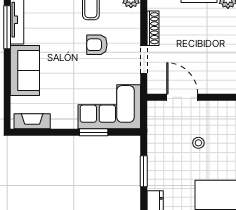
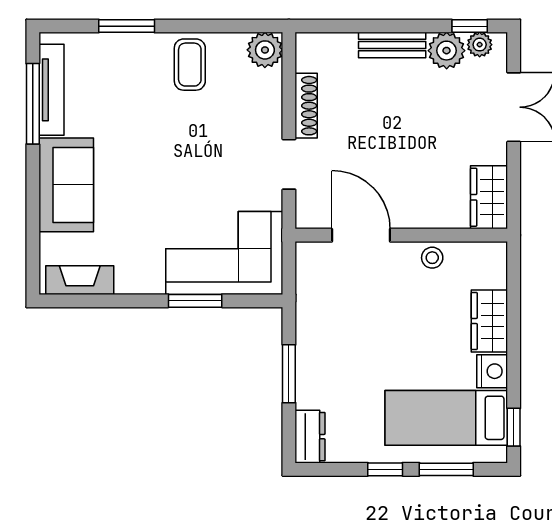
armchair: (97, 45) -> (201, 137), removed
stool: (198, 143) -> (432, 258), moved

